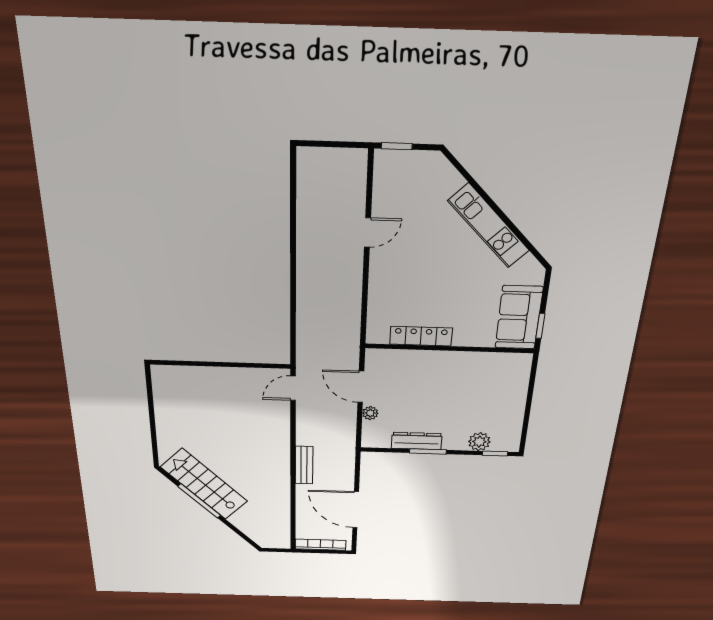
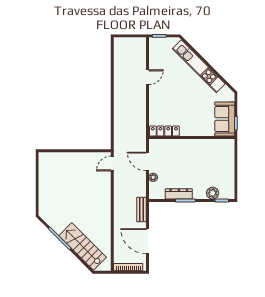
kitchen unit: (489, 226) -> (199, 66), width x1.36
locker: (421, 336) -> (164, 131), moved
bench: (304, 465) -> (142, 210), moved
stairs: (204, 484) -> (83, 246), moved

